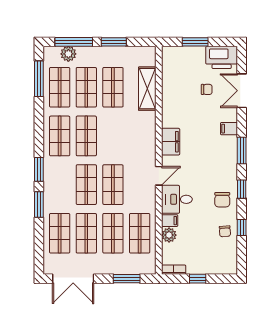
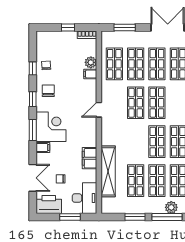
shelving: (147, 89) -> (108, 171), width x1.47
filing cabinet: (171, 142) -> (89, 158), moved
corner desk: (219, 155) -> (51, 127), added
desk: (177, 199) -> (84, 198), moved, width x1.37

